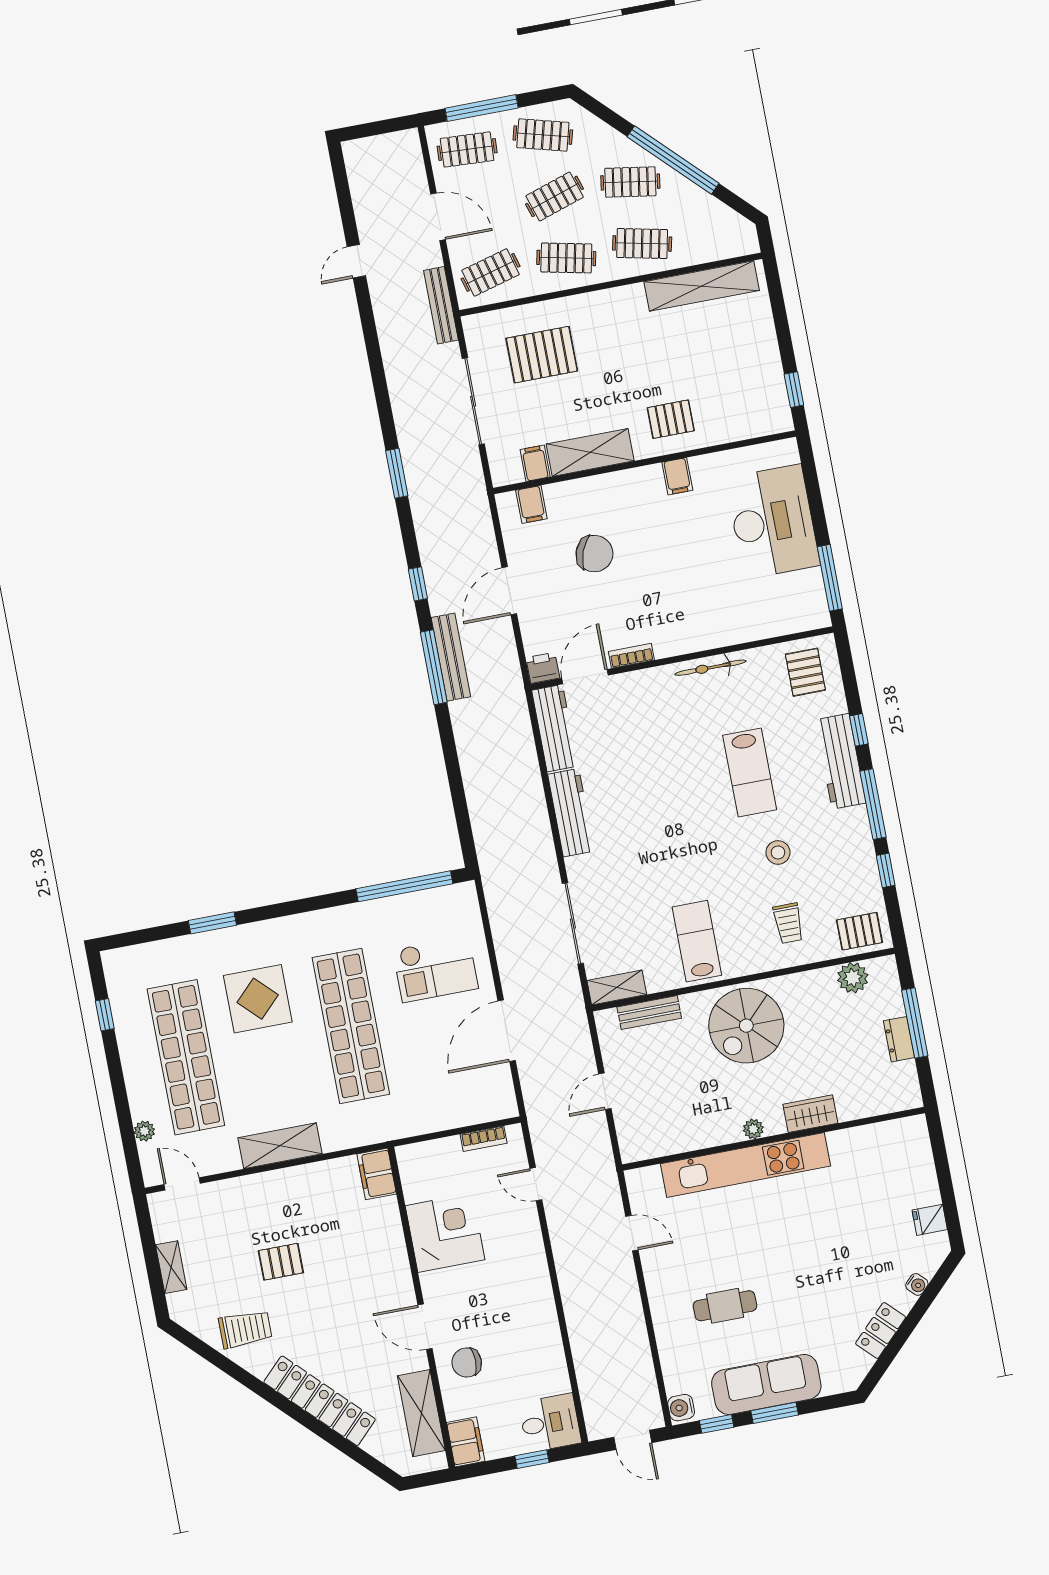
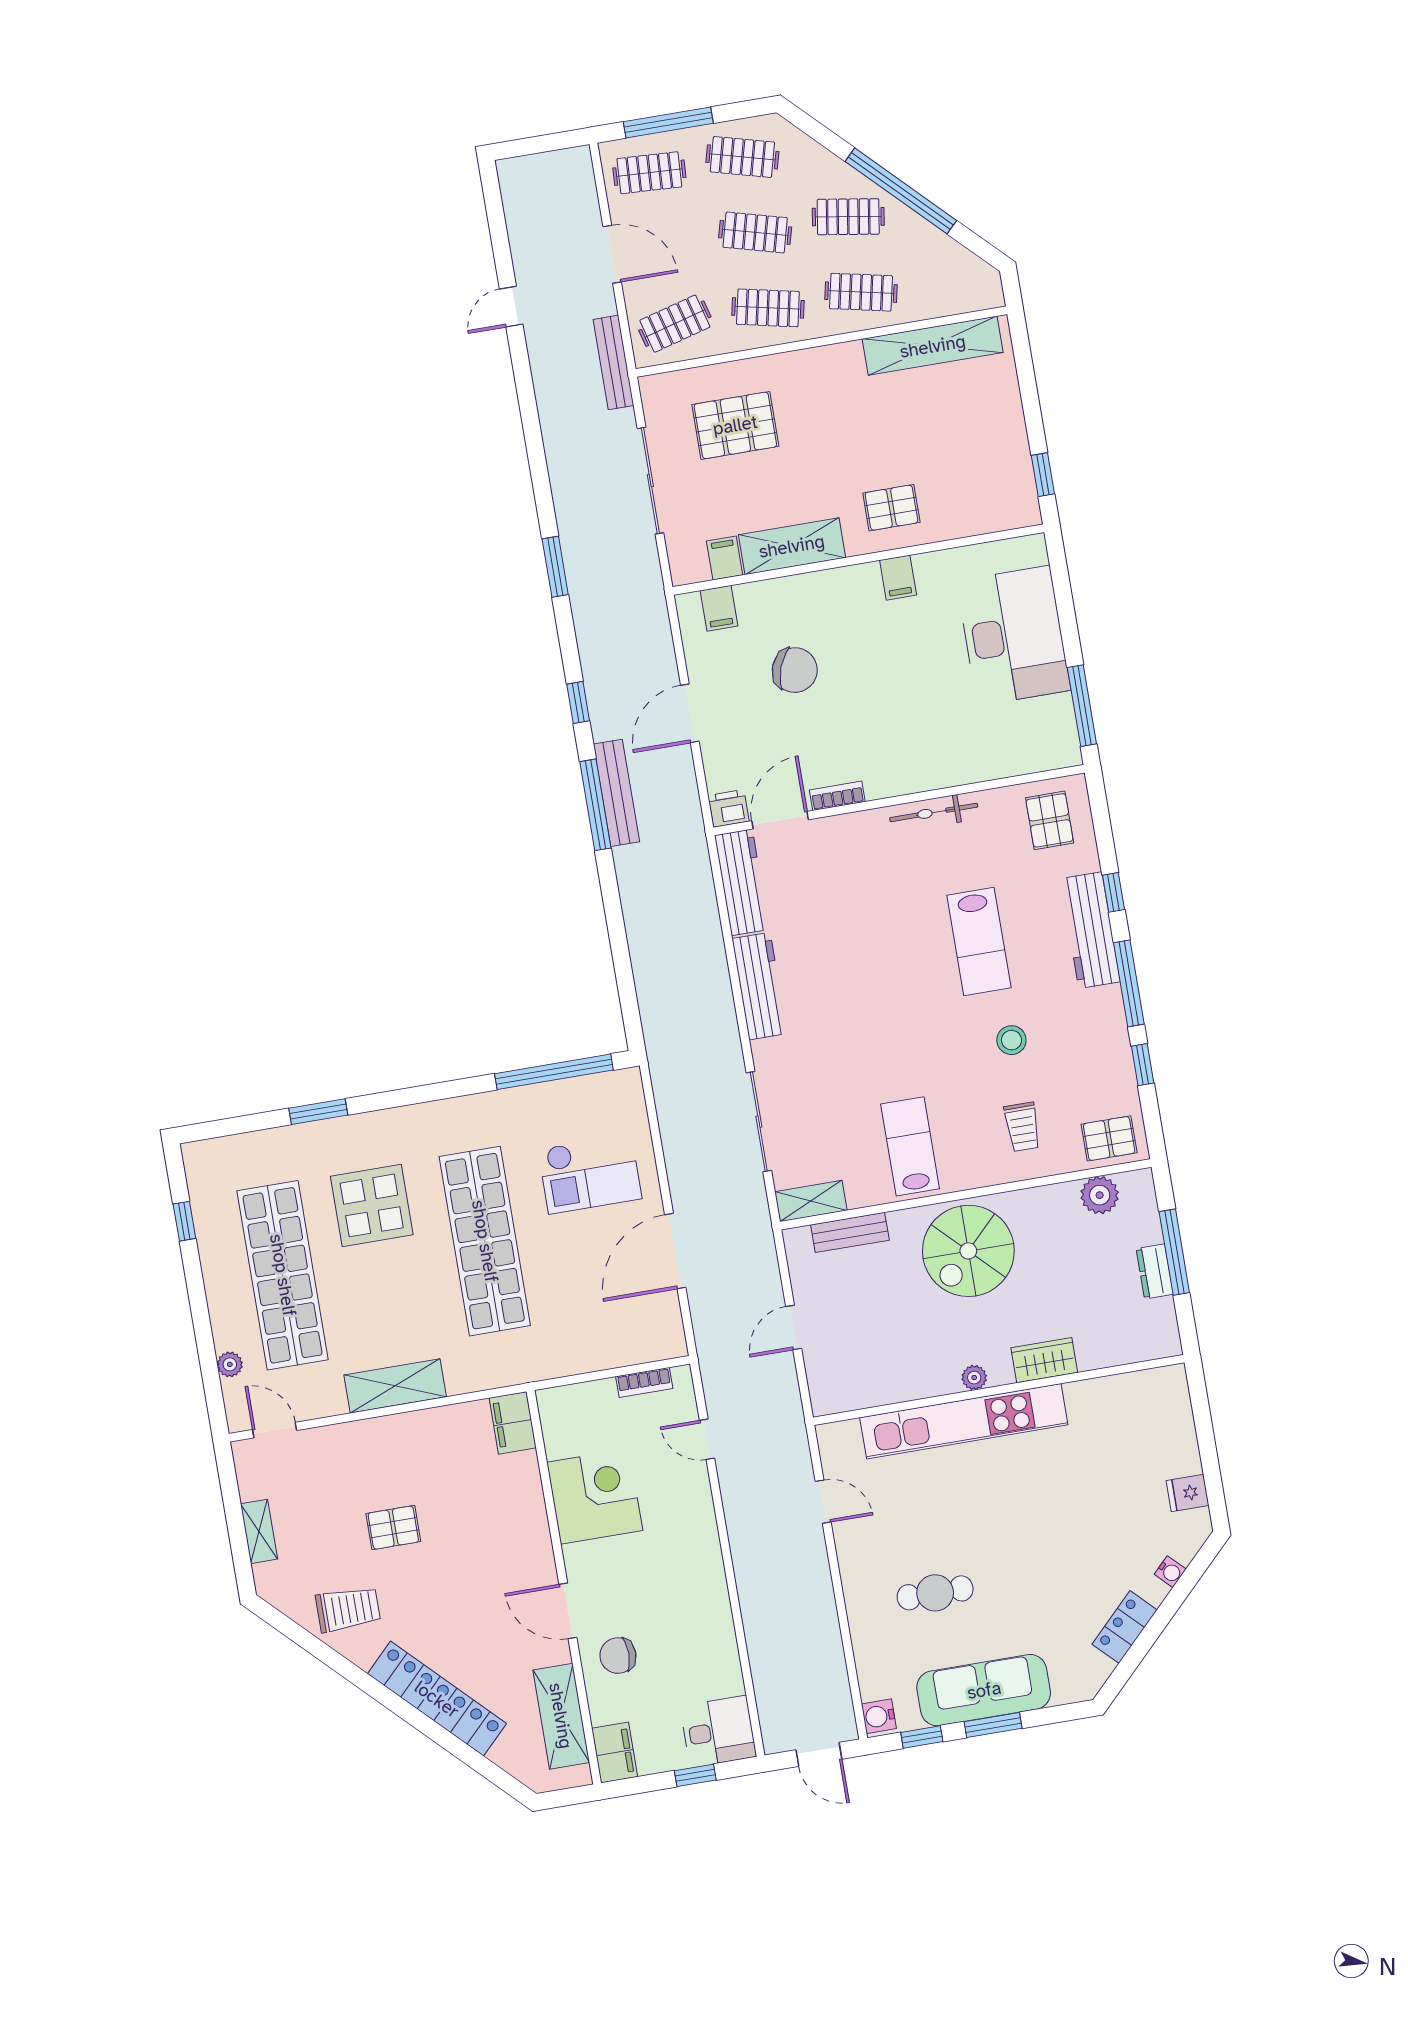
clothes rail: (555, 196) -> (755, 232), turned 33

